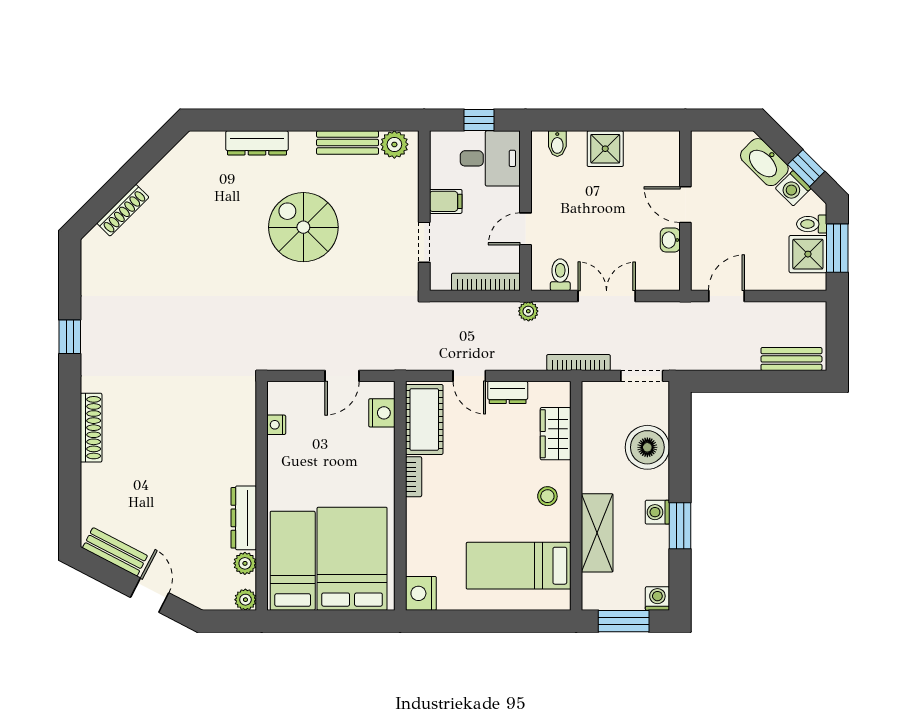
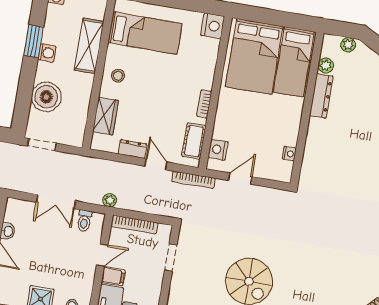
filing cabinet: (446, 201) -> (113, 276), moved, turned 180
bookcase: (578, 362) -> (194, 180), moved
cot: (424, 419) -> (194, 141), width x0.73, depth x0.75
plant: (245, 600) -> (348, 45), moved

